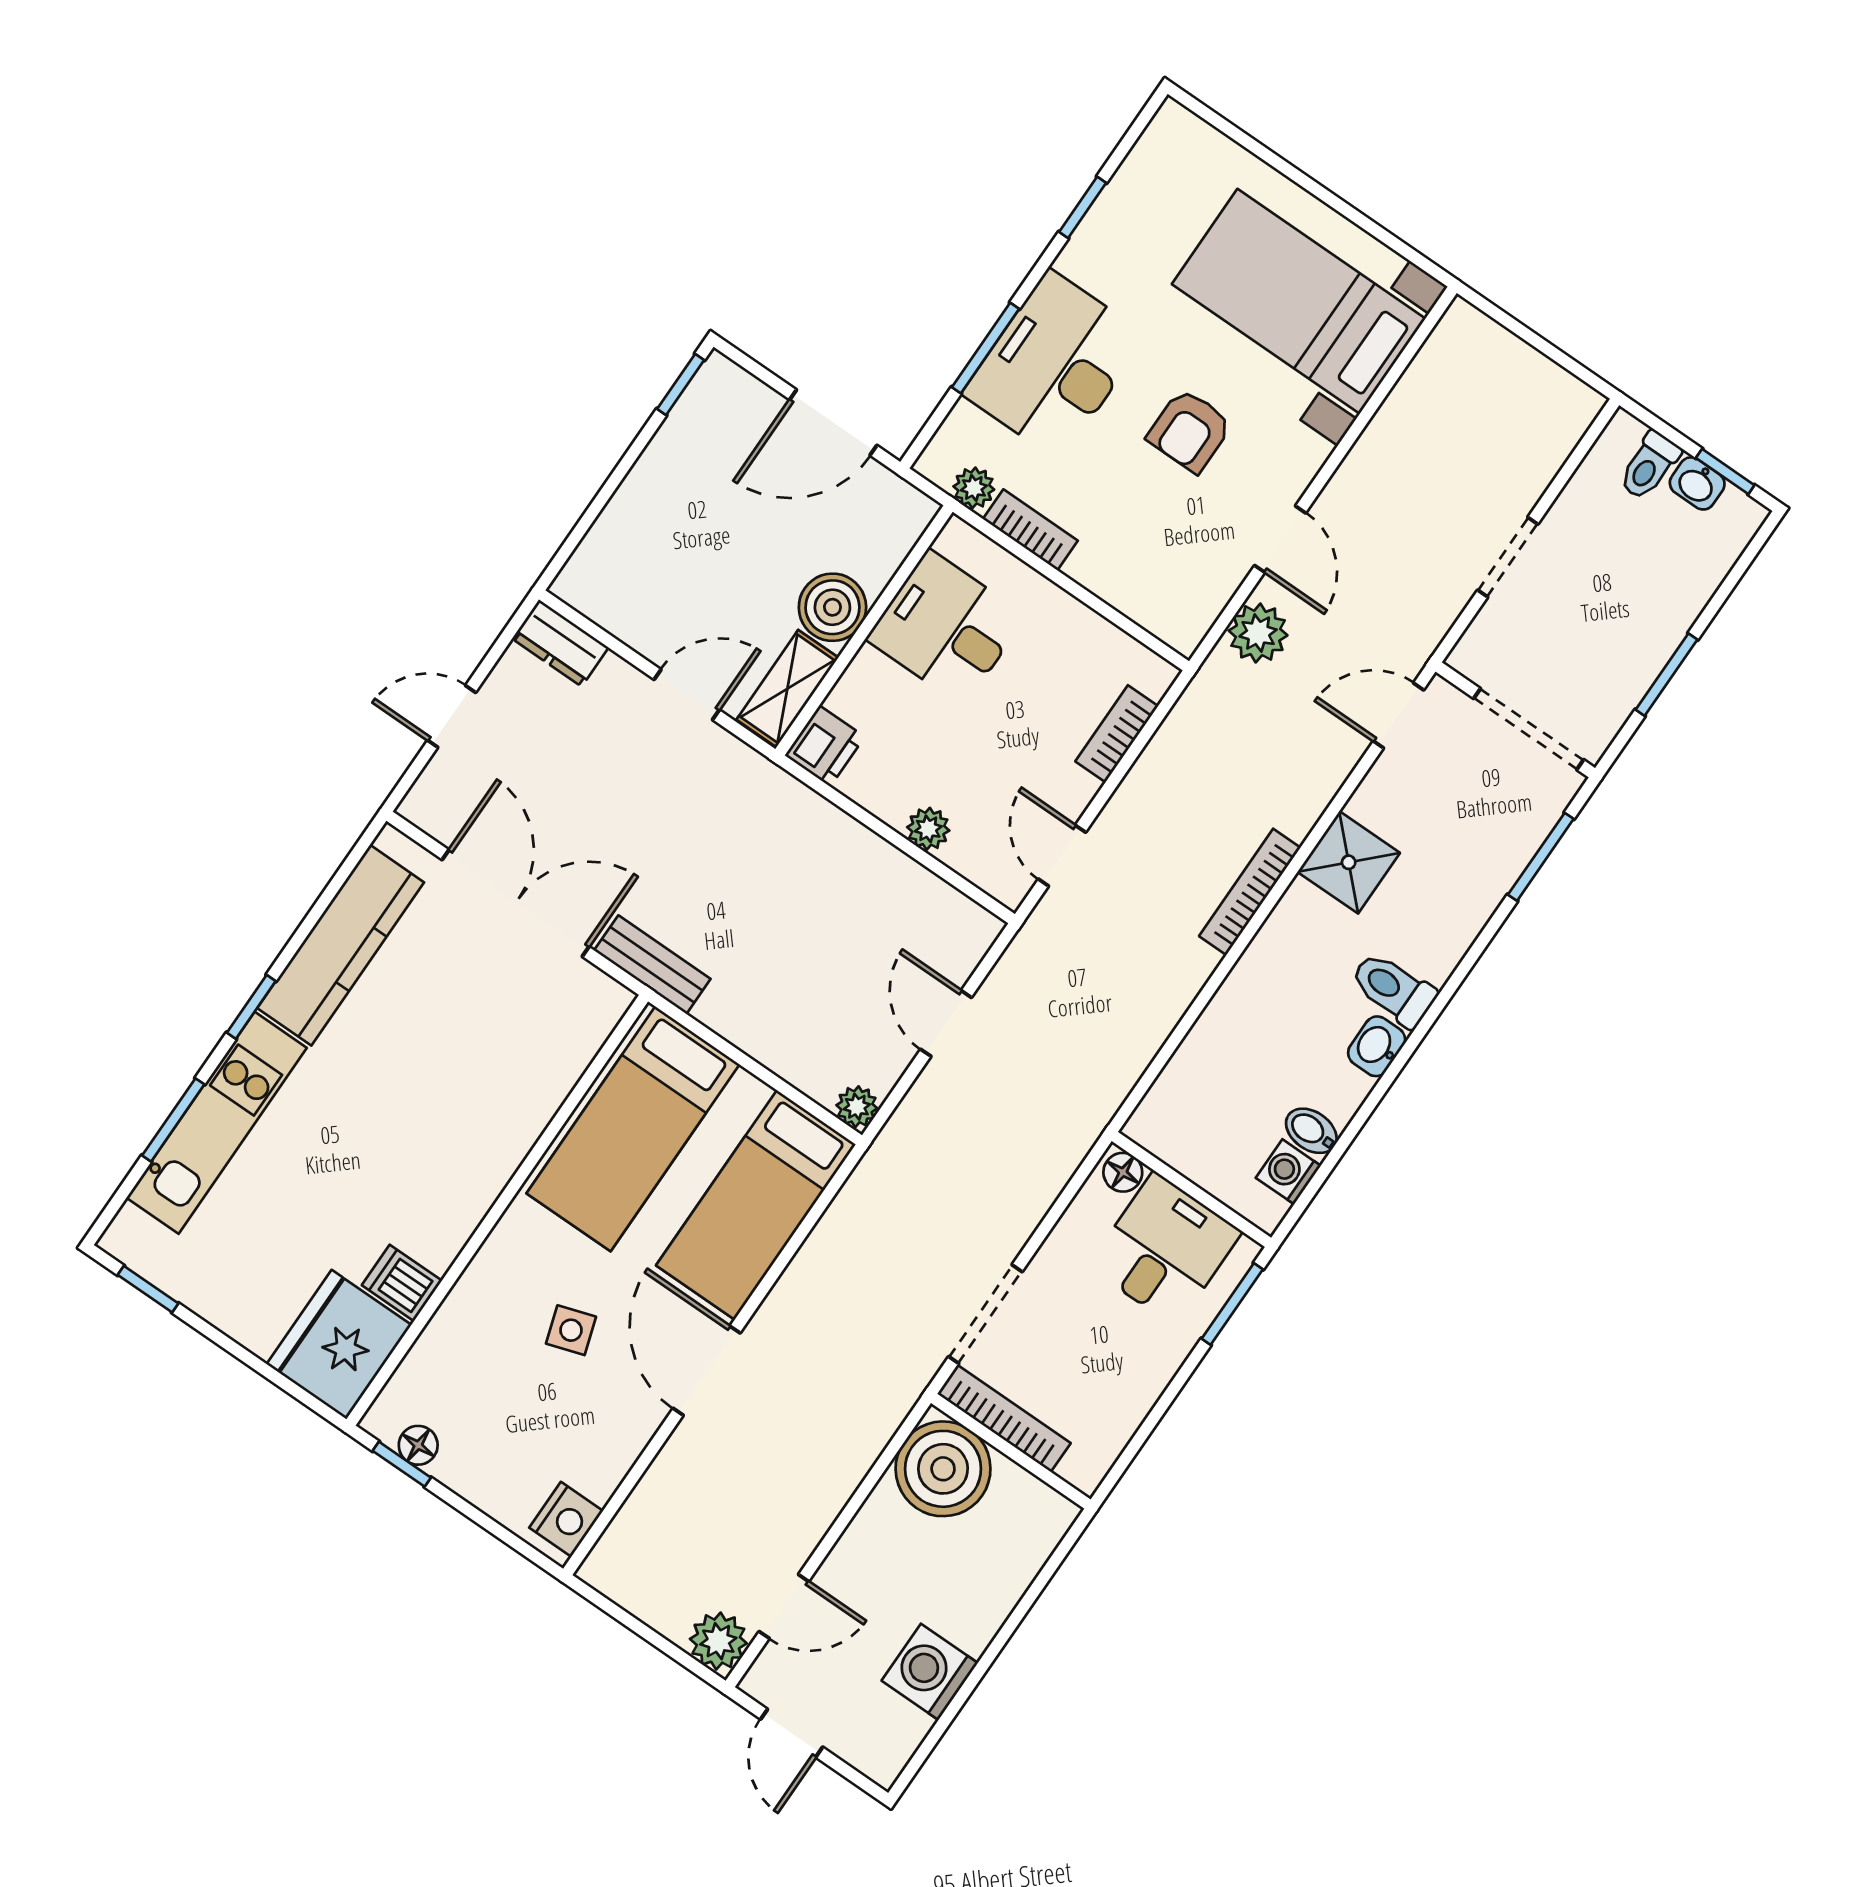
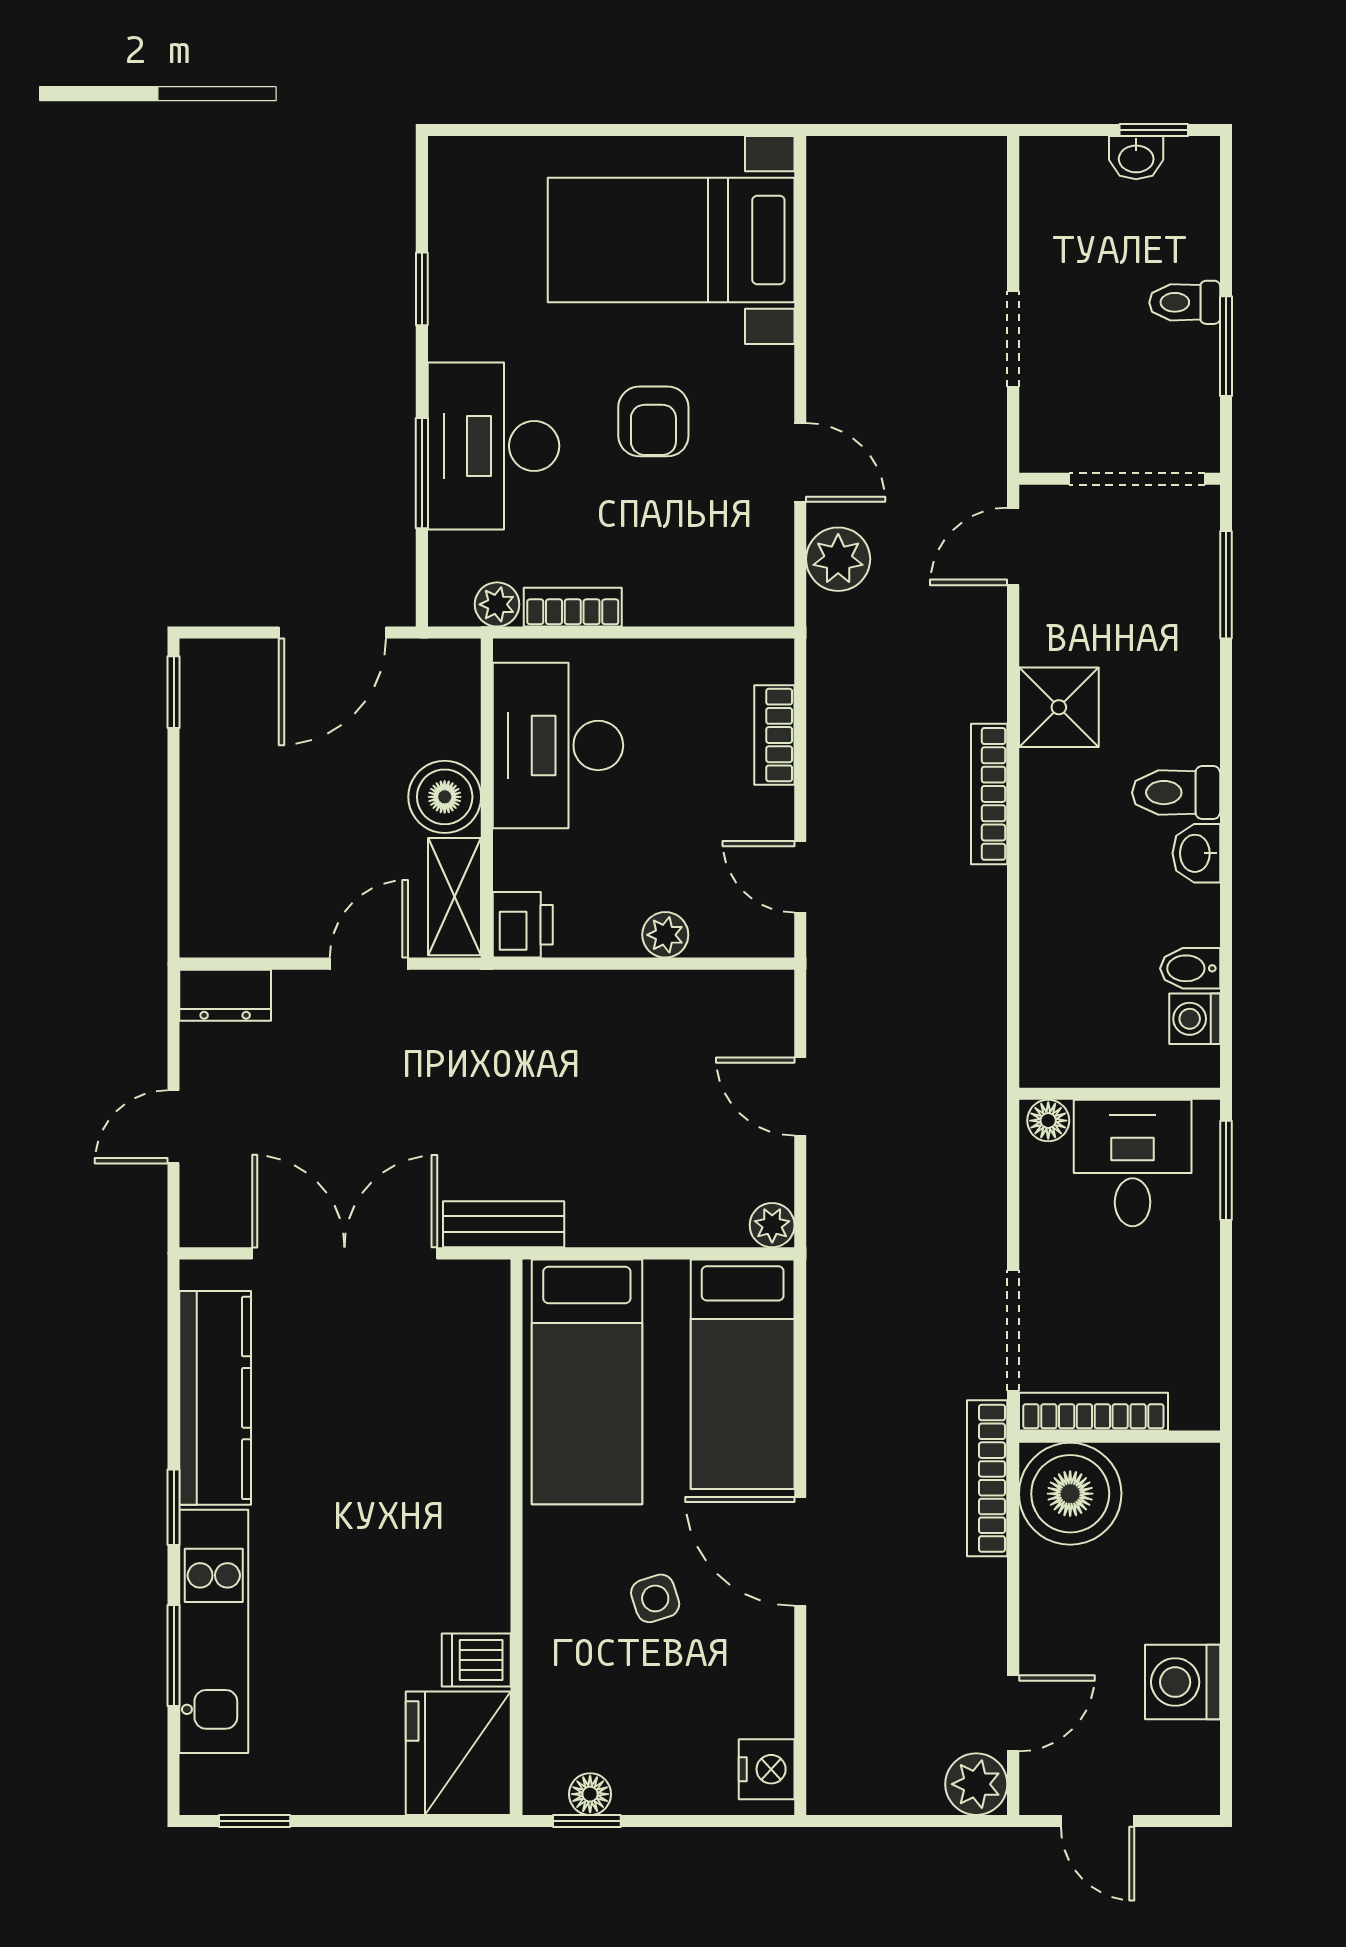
toilet: (1649, 466) -> (1185, 302), moved, turned 90
desk: (946, 628) -> (558, 745), width x1.37
bookcase: (888, 1413) -> (987, 1478), added

